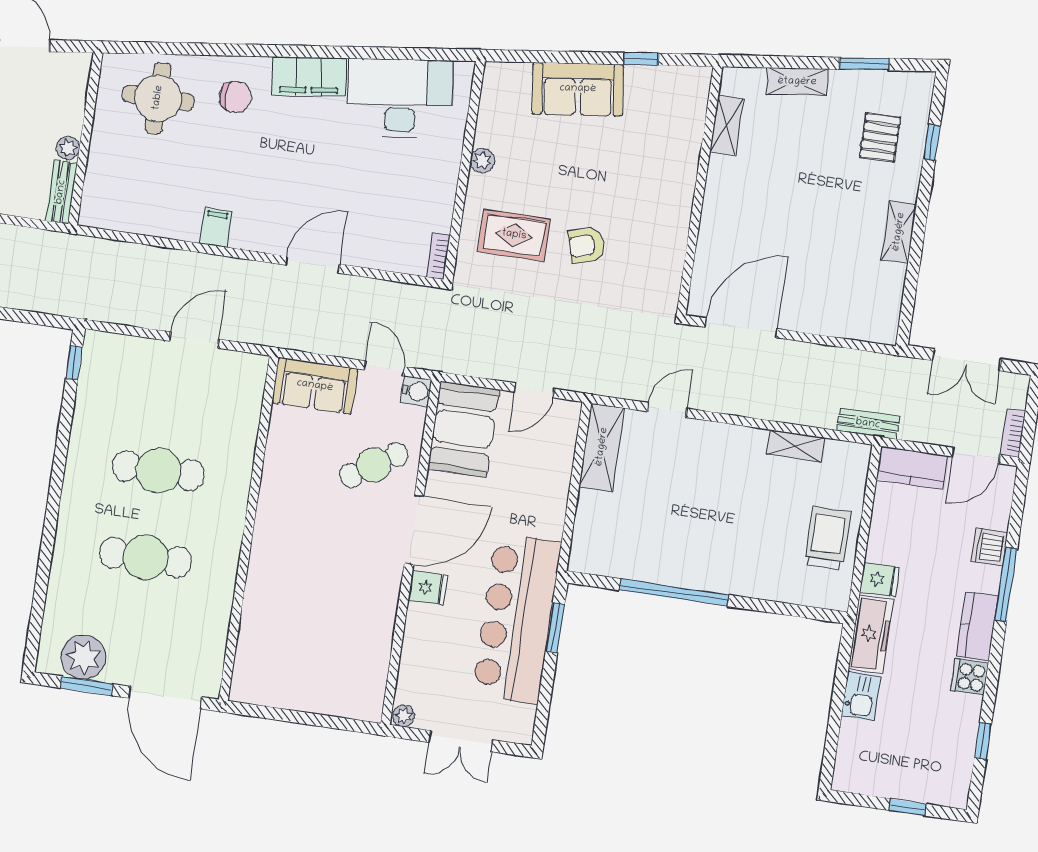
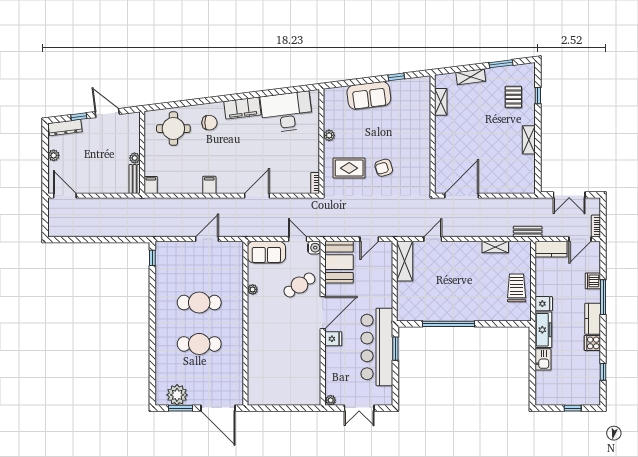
filing cabinet: (93, 209) -> (151, 185), added
plant: (274, 460) -> (253, 289), added

